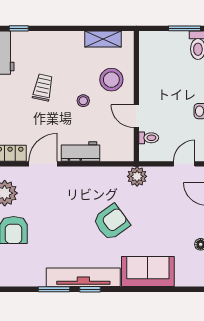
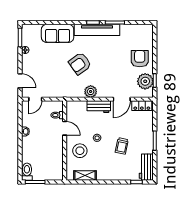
plant: (137, 176) -> (91, 92), moved

